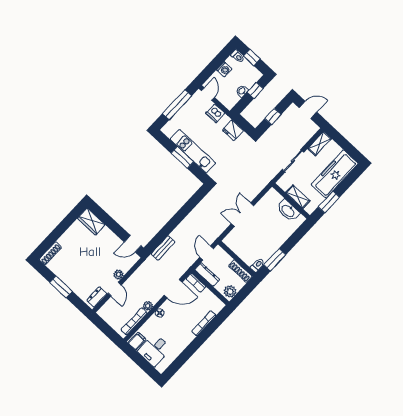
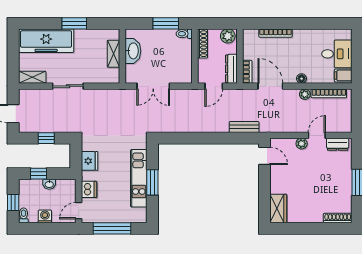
shelving: (298, 197) -> (113, 54), moved
wall: (291, 201) -> (122, 56), moved
washbasin: (288, 211) -> (133, 51), moved

